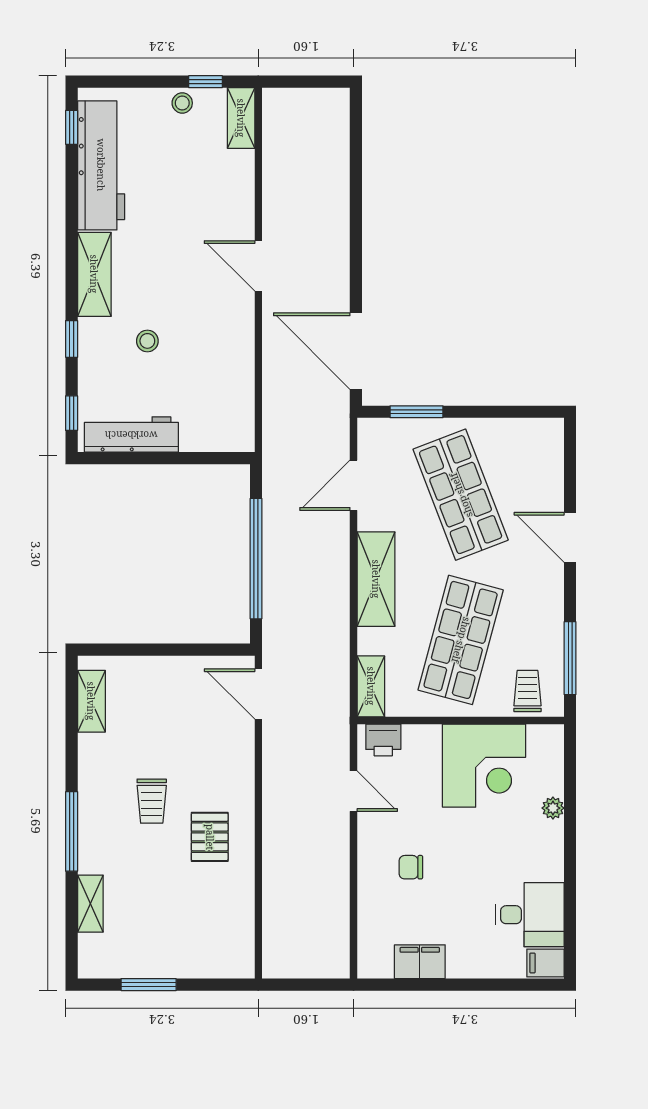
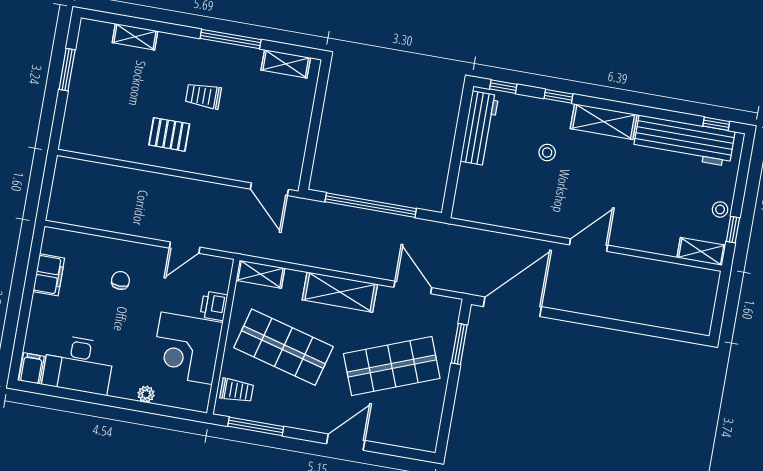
door: (258, 694) -> (269, 189), swing flipped
printer: (383, 740) -> (214, 306), moved
window: (72, 831) -> (231, 39), moved
desk: (530, 915) -> (78, 364), width x1.37

